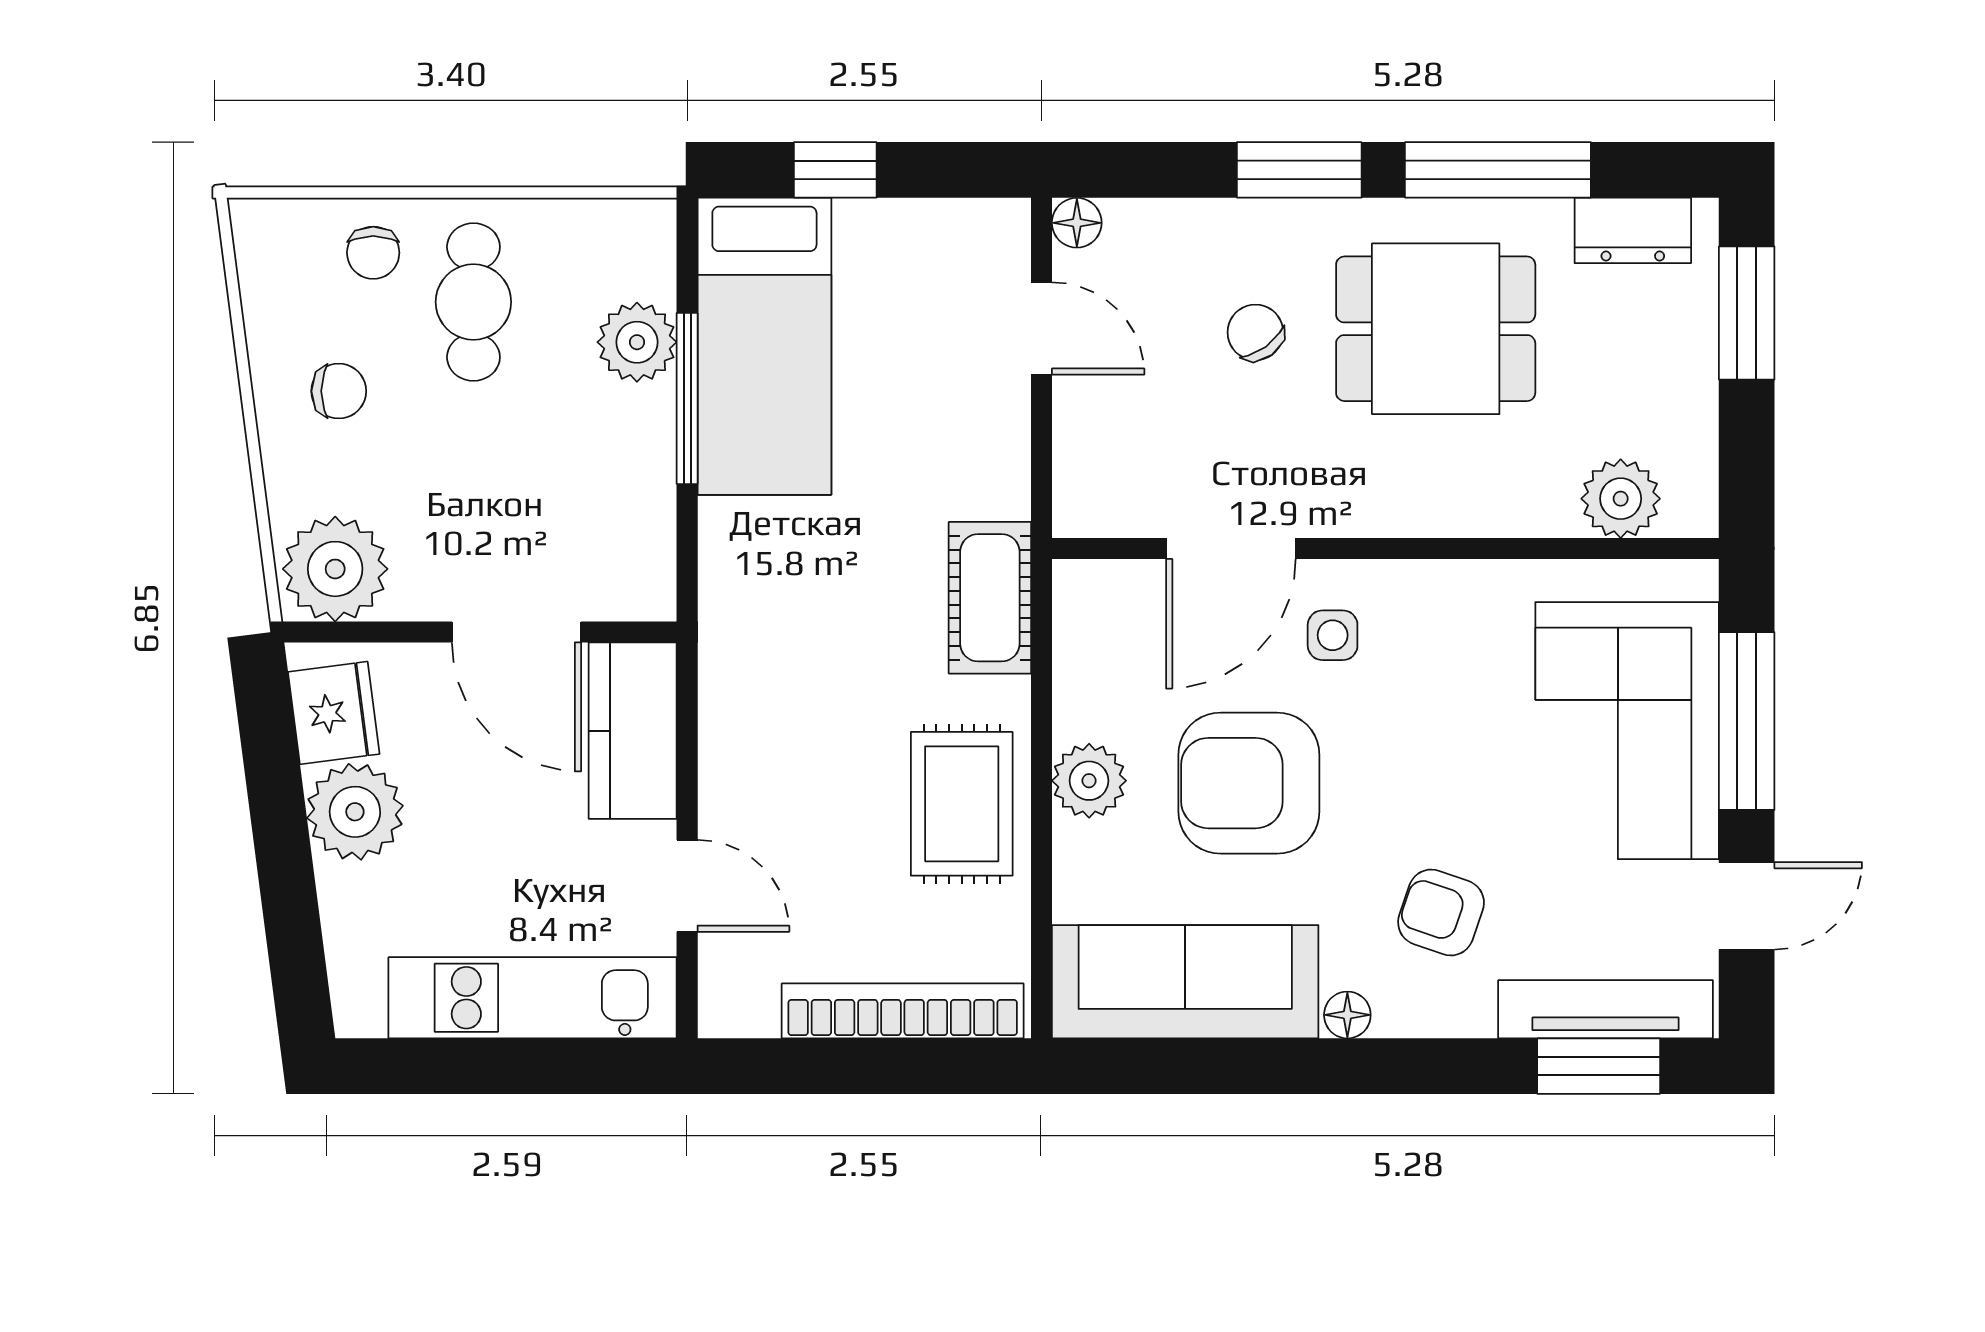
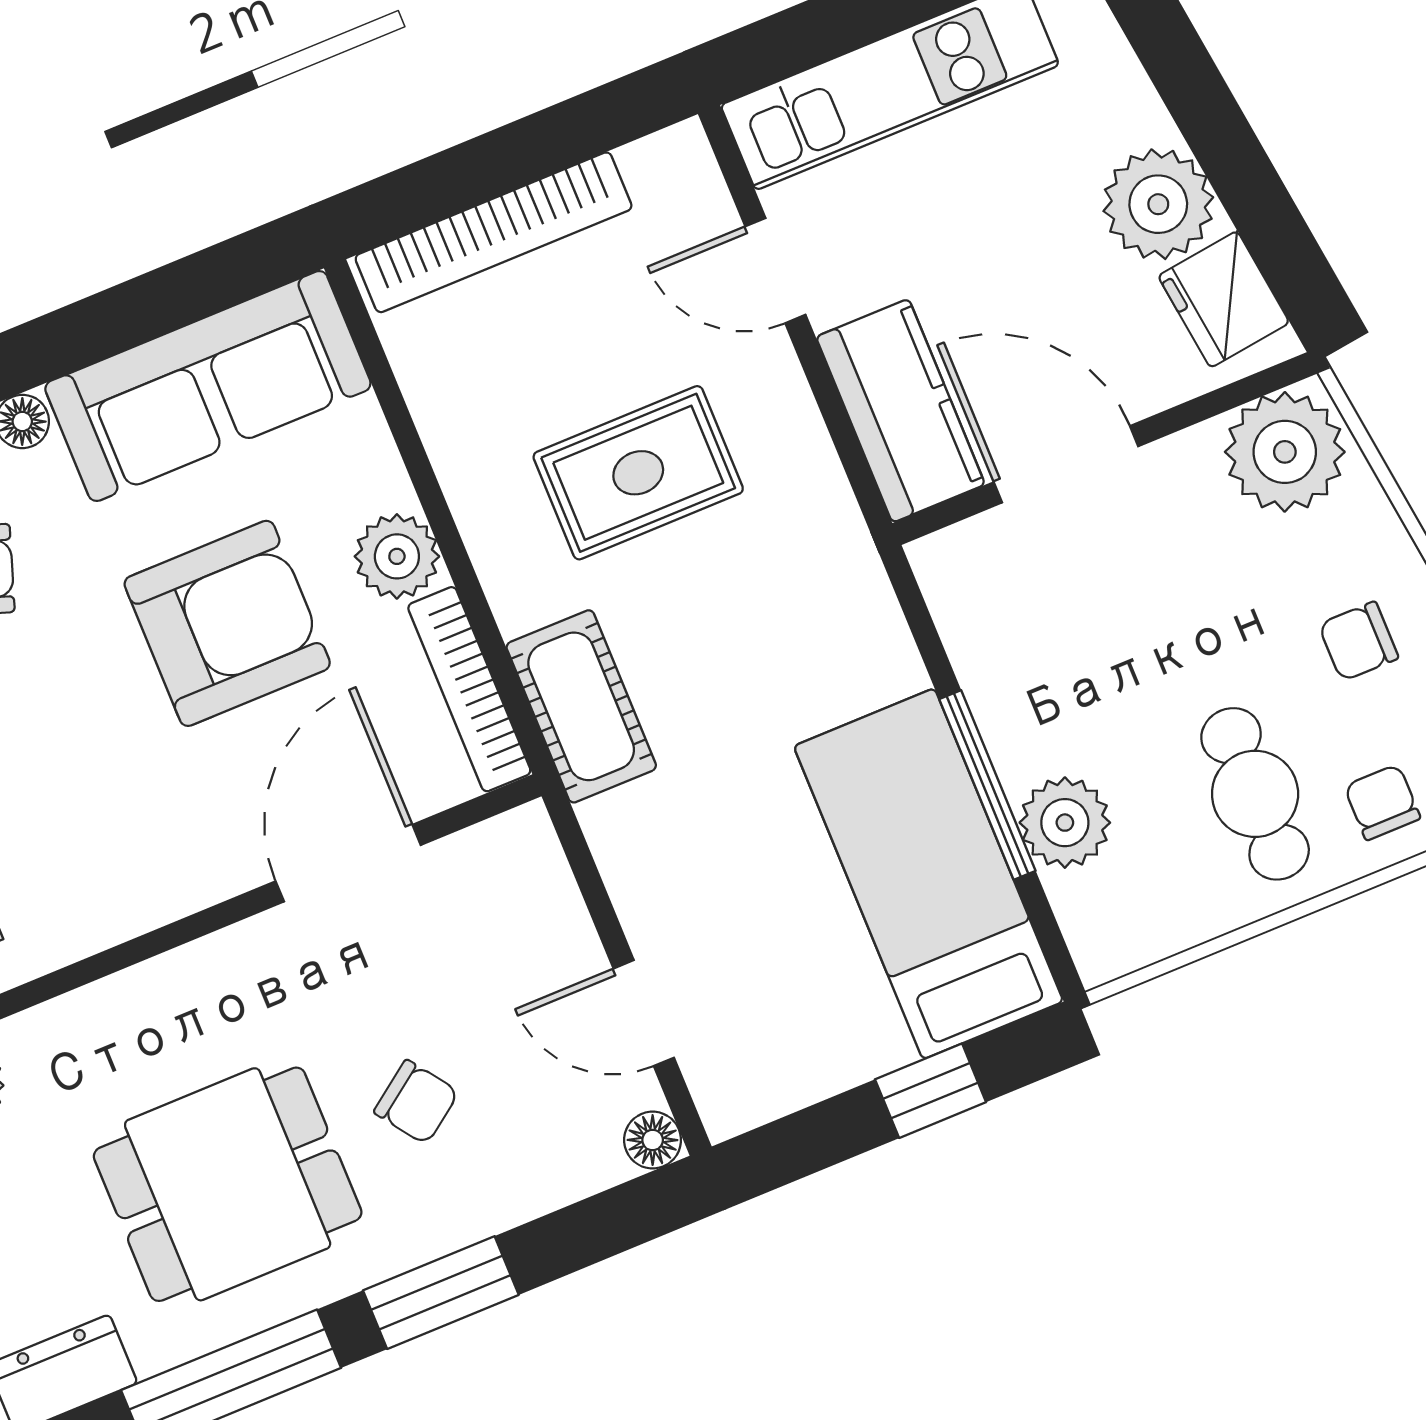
side table: (1333, 635) -> (203, 816), removed
bookcase: (1075, 649) -> (469, 689), added
rug: (962, 804) -> (638, 473), moved, turned 90

